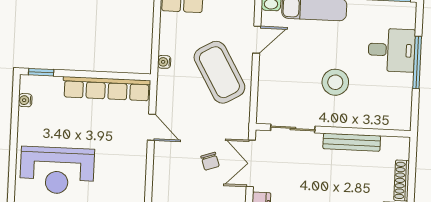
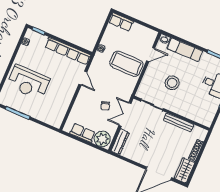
coffee table: (219, 72) -> (126, 64), turned -60
stool: (335, 82) -> (172, 83), moved

